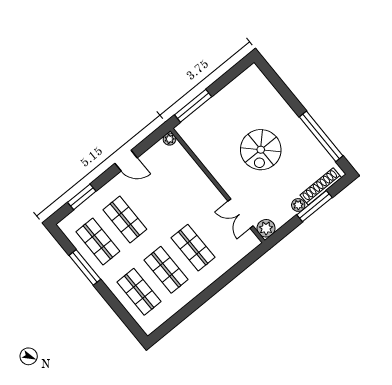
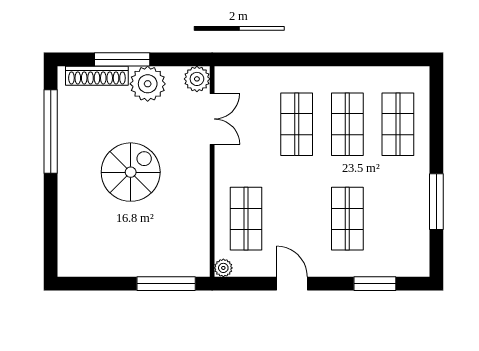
plant: (298, 205) -> (148, 84), width x1.88, depth x1.88
shop shelf: (98, 242) -> (246, 219), moved

